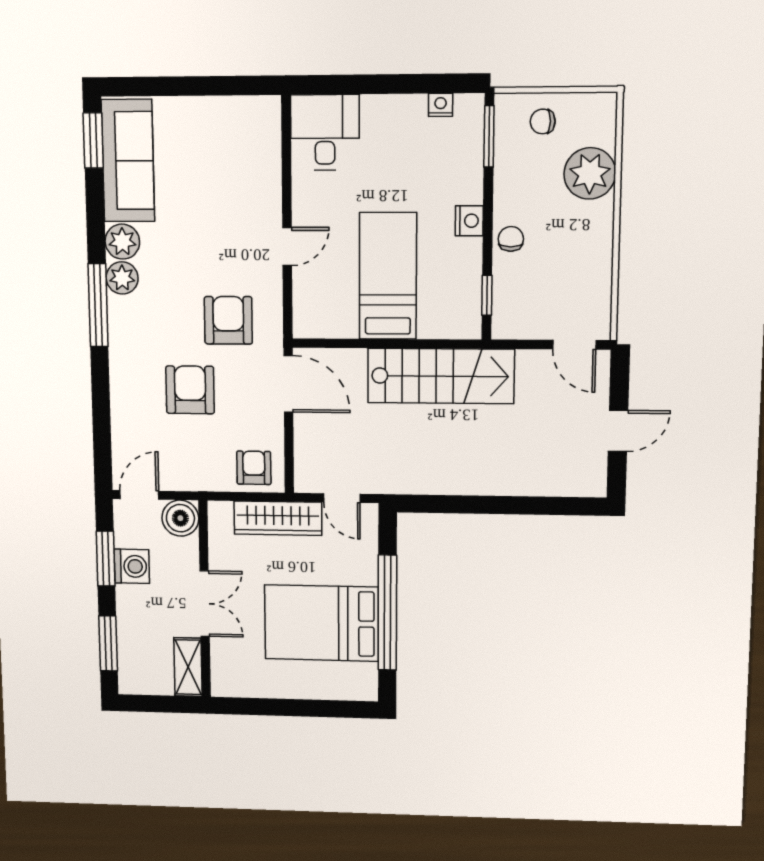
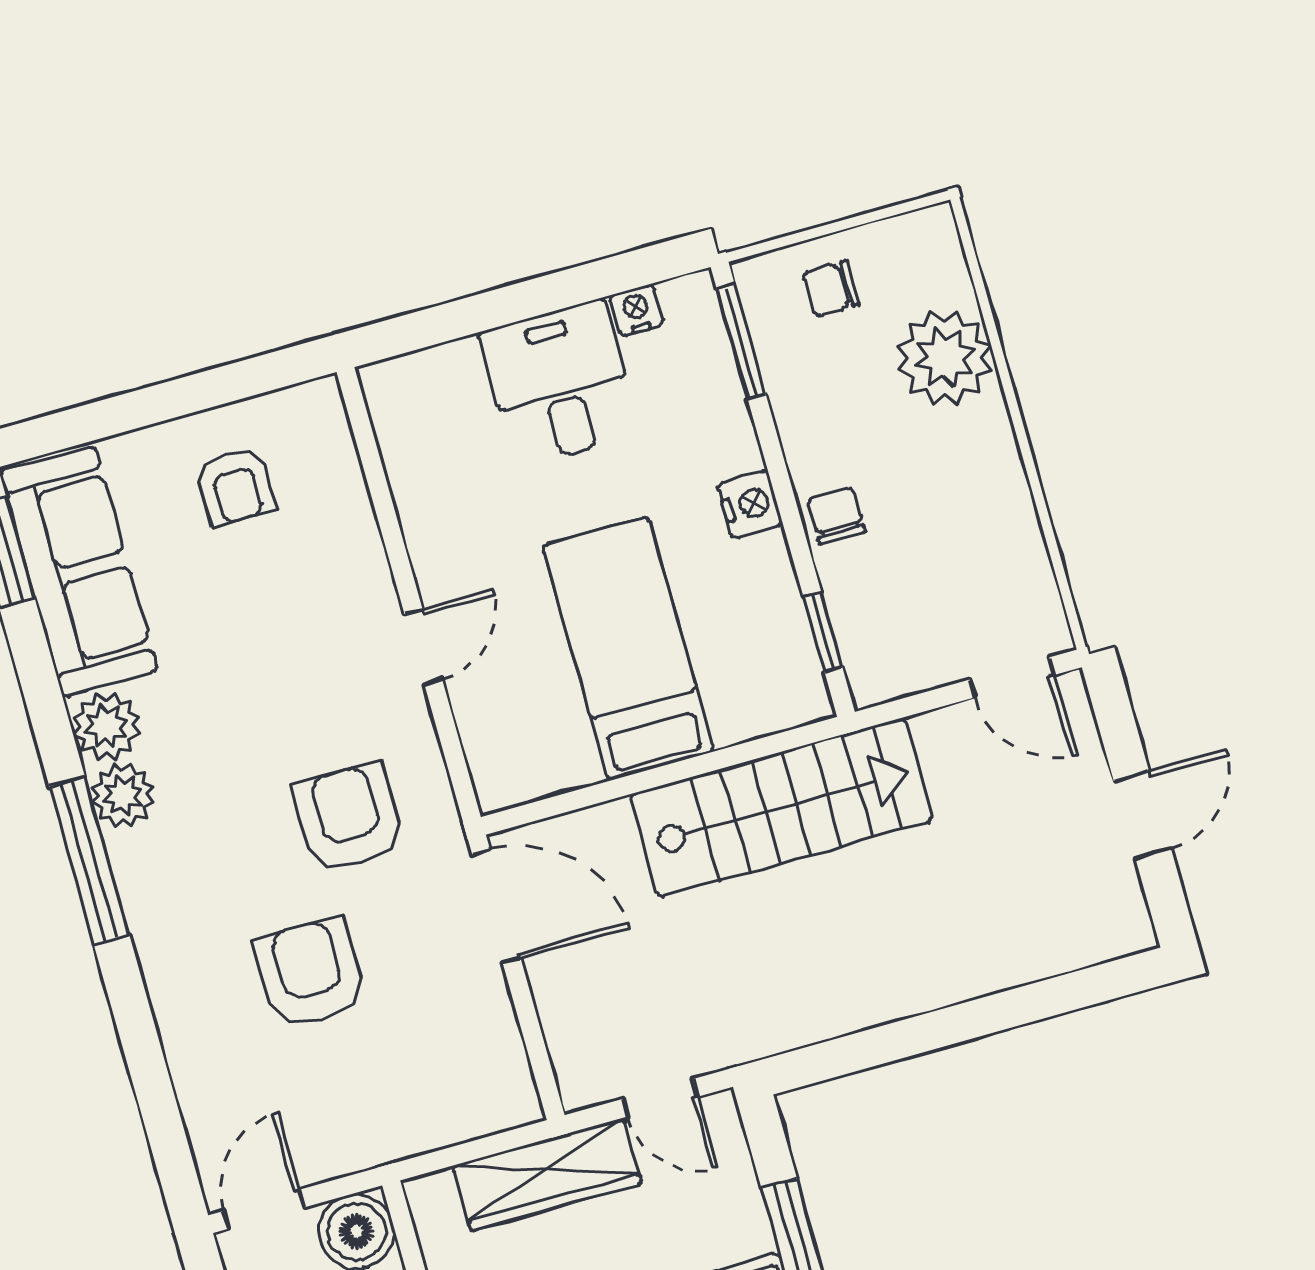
desk: (325, 132) -> (560, 383), moved
armchair: (254, 468) -> (235, 486), moved, turned 180

